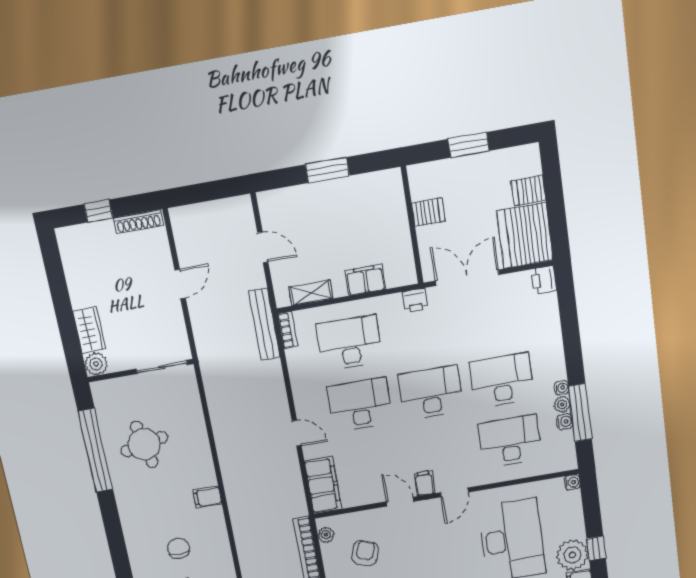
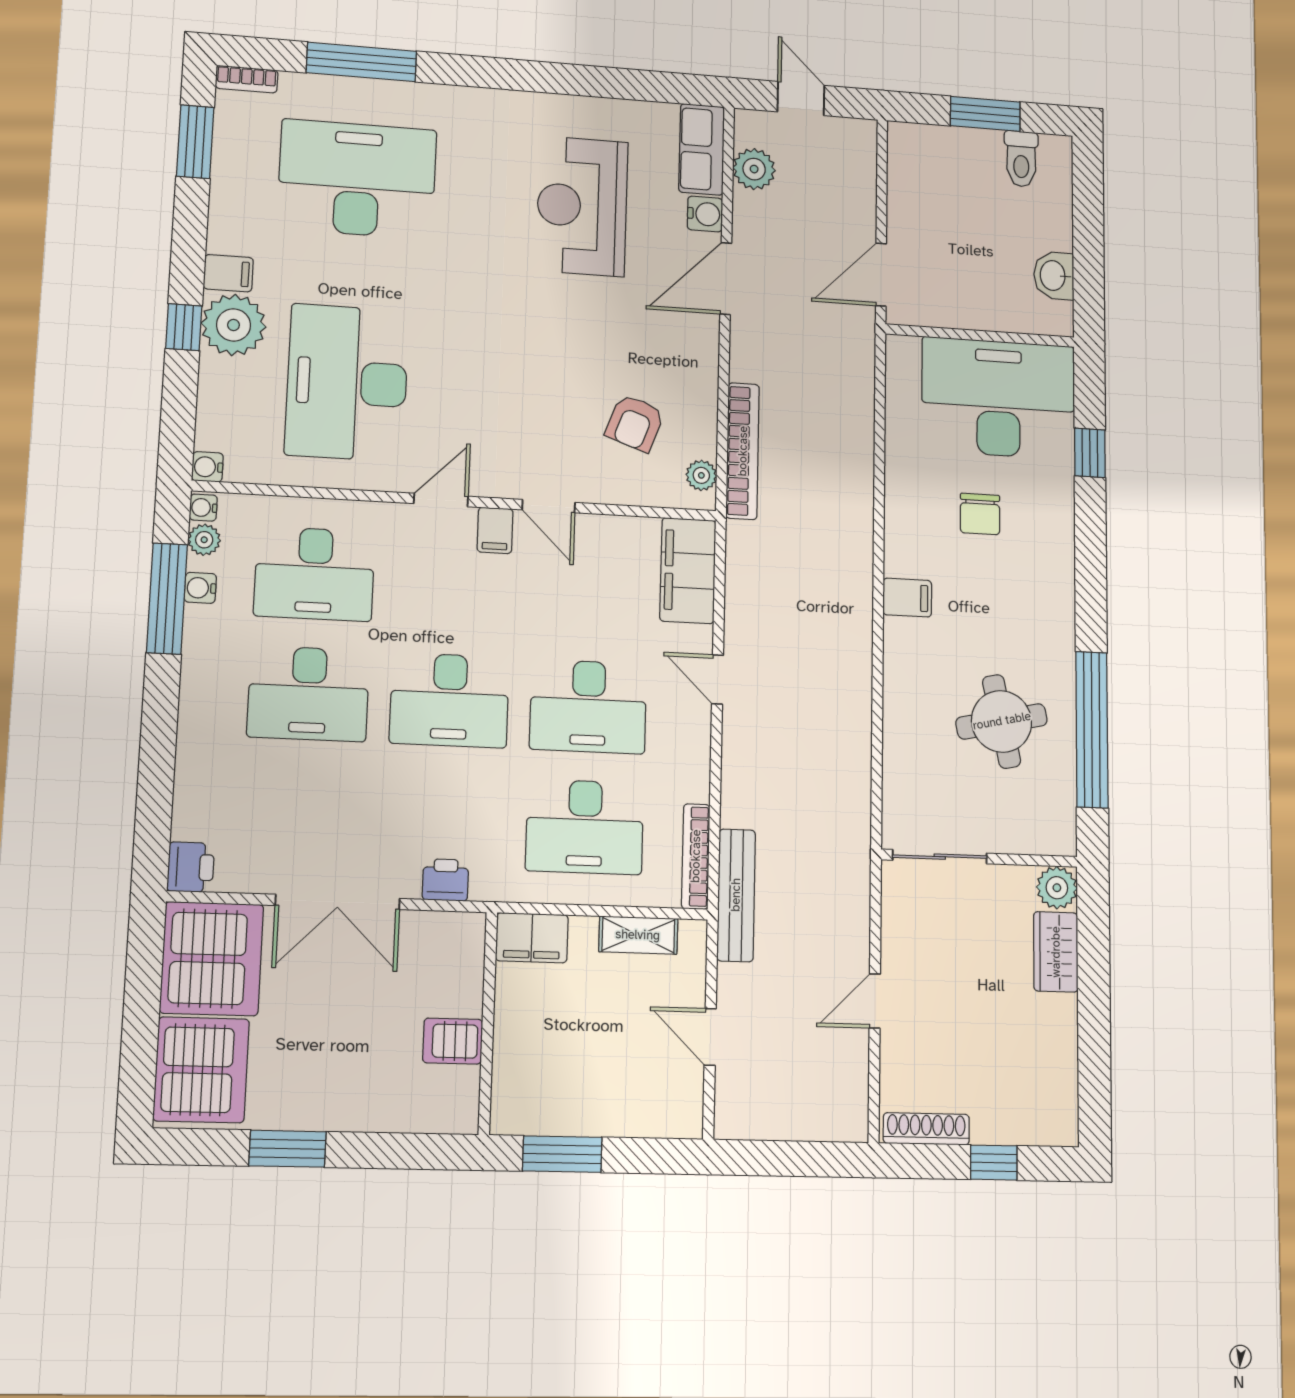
server rack: (528, 191) -> (201, 1070), width x2.18, depth x1.44
server rack: (428, 212) -> (453, 1041), moved
wall: (412, 225) -> (488, 1023), moved
bookcase: (288, 330) -> (696, 856), width x1.56
water cooler: (562, 388) -> (203, 508), moved
plant: (562, 404) -> (204, 540), moved

